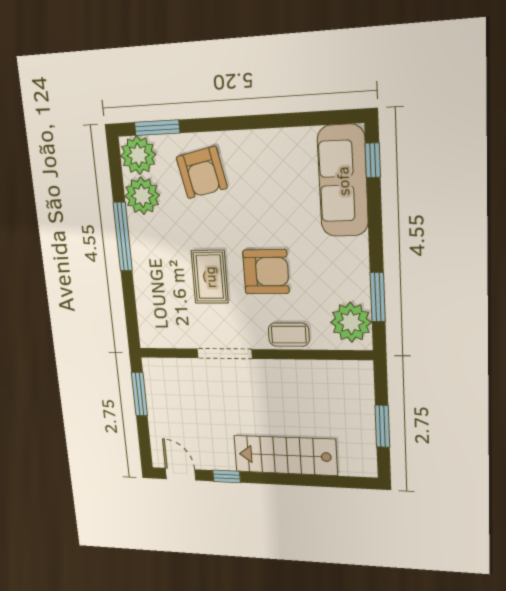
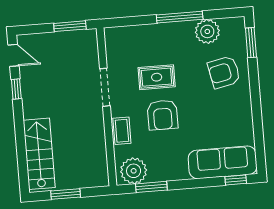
plant: (138, 155) -> (233, 29), removed
stairs: (285, 455) -> (39, 154), moved
door: (180, 474) -> (14, 55), hinge flipped

